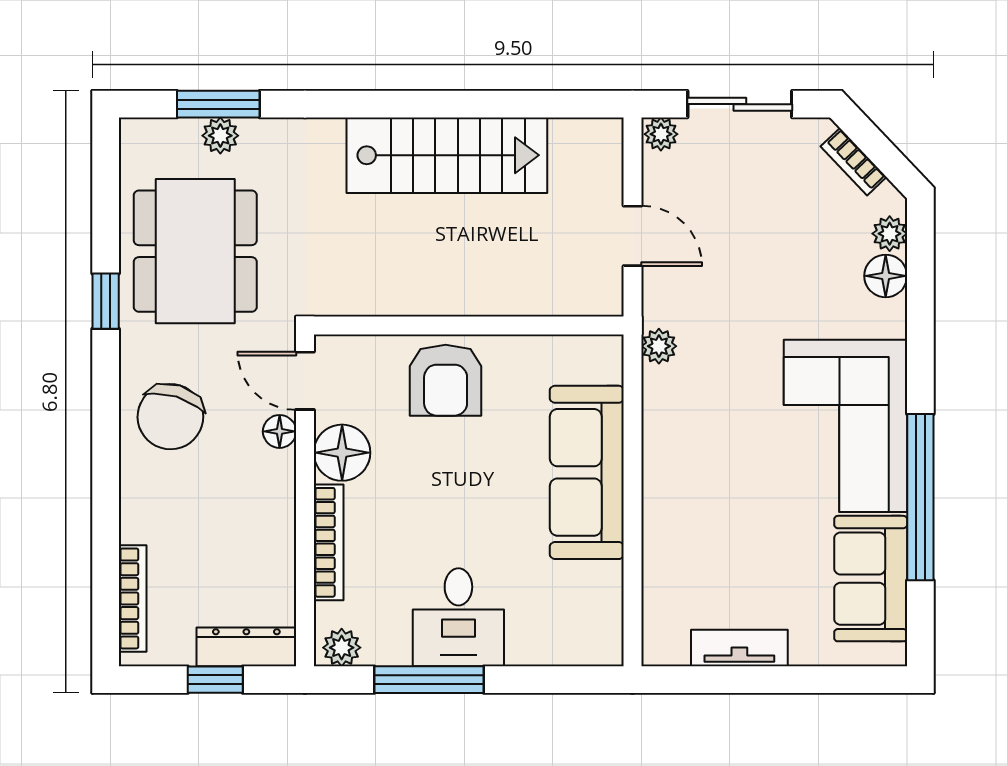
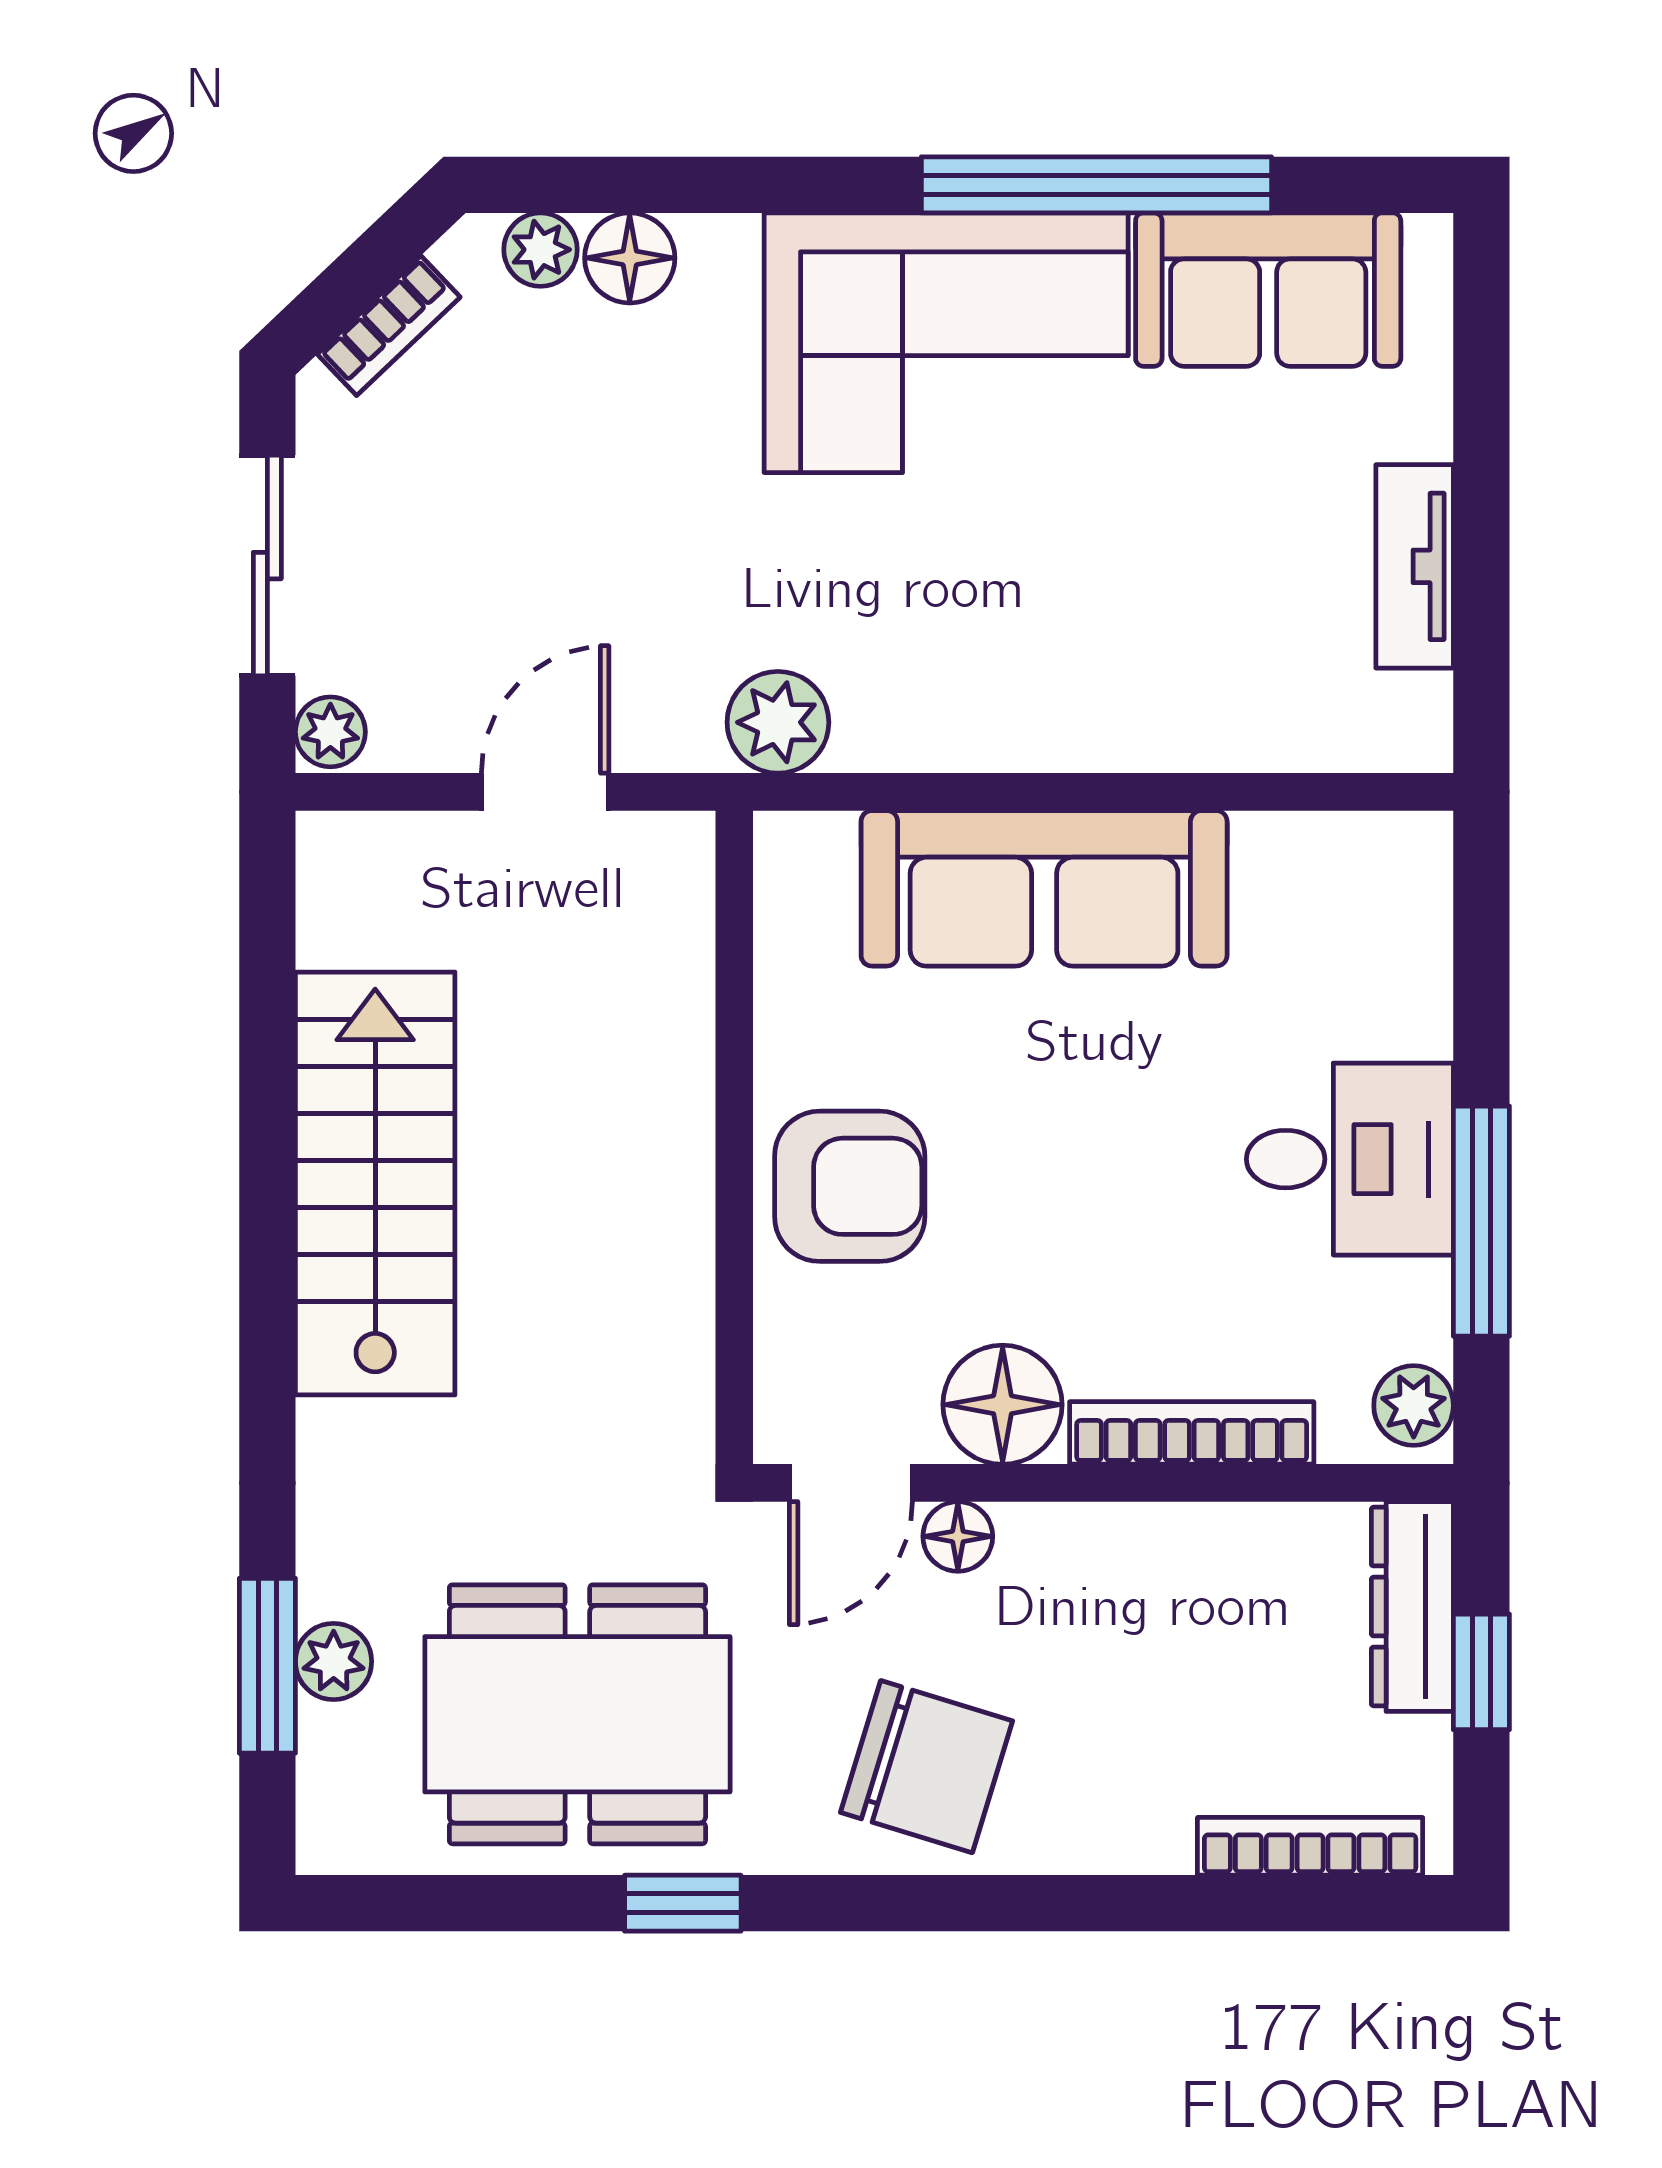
plant: (659, 346) -> (778, 722), width x1.38, depth x1.38

